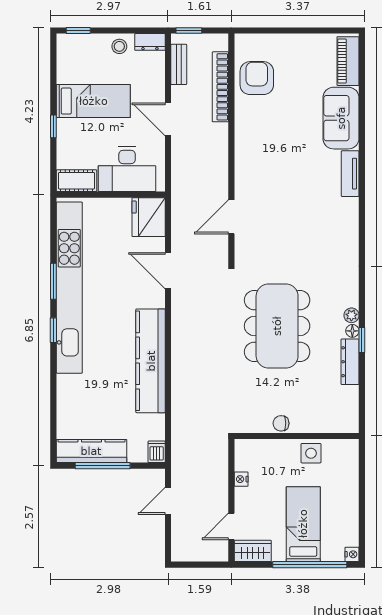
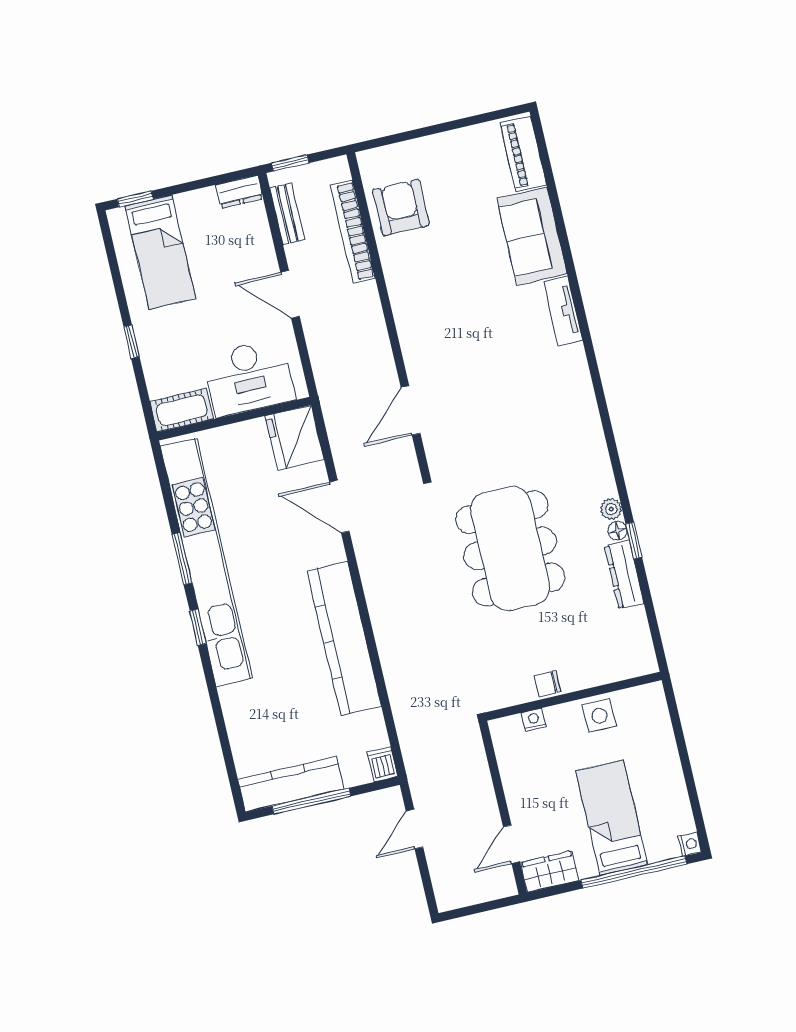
stool: (119, 46) -> (198, 208), removed
bed: (93, 101) -> (160, 252), moved, turned 90
nightstand: (241, 479) -> (534, 720), moved, turned 90

